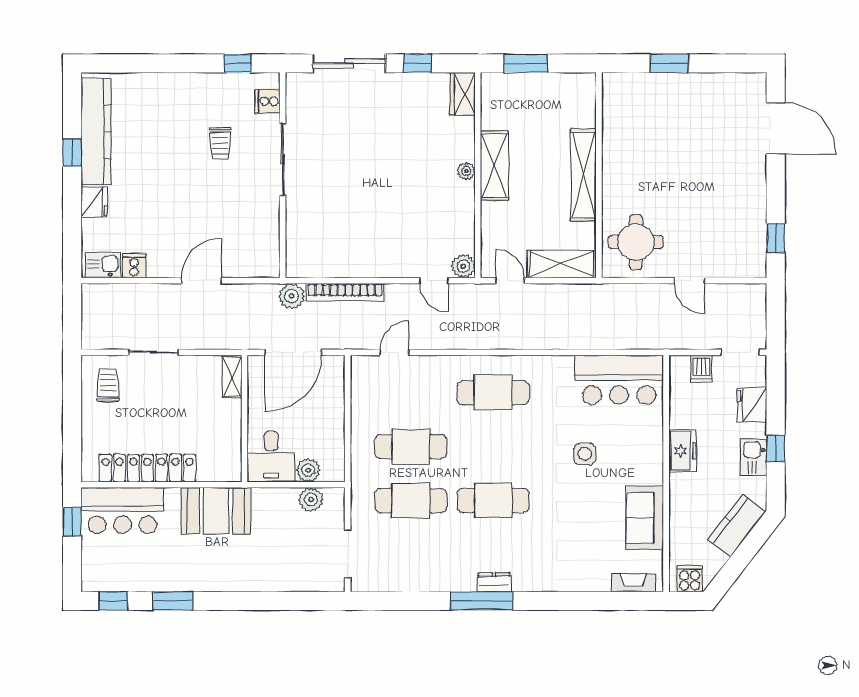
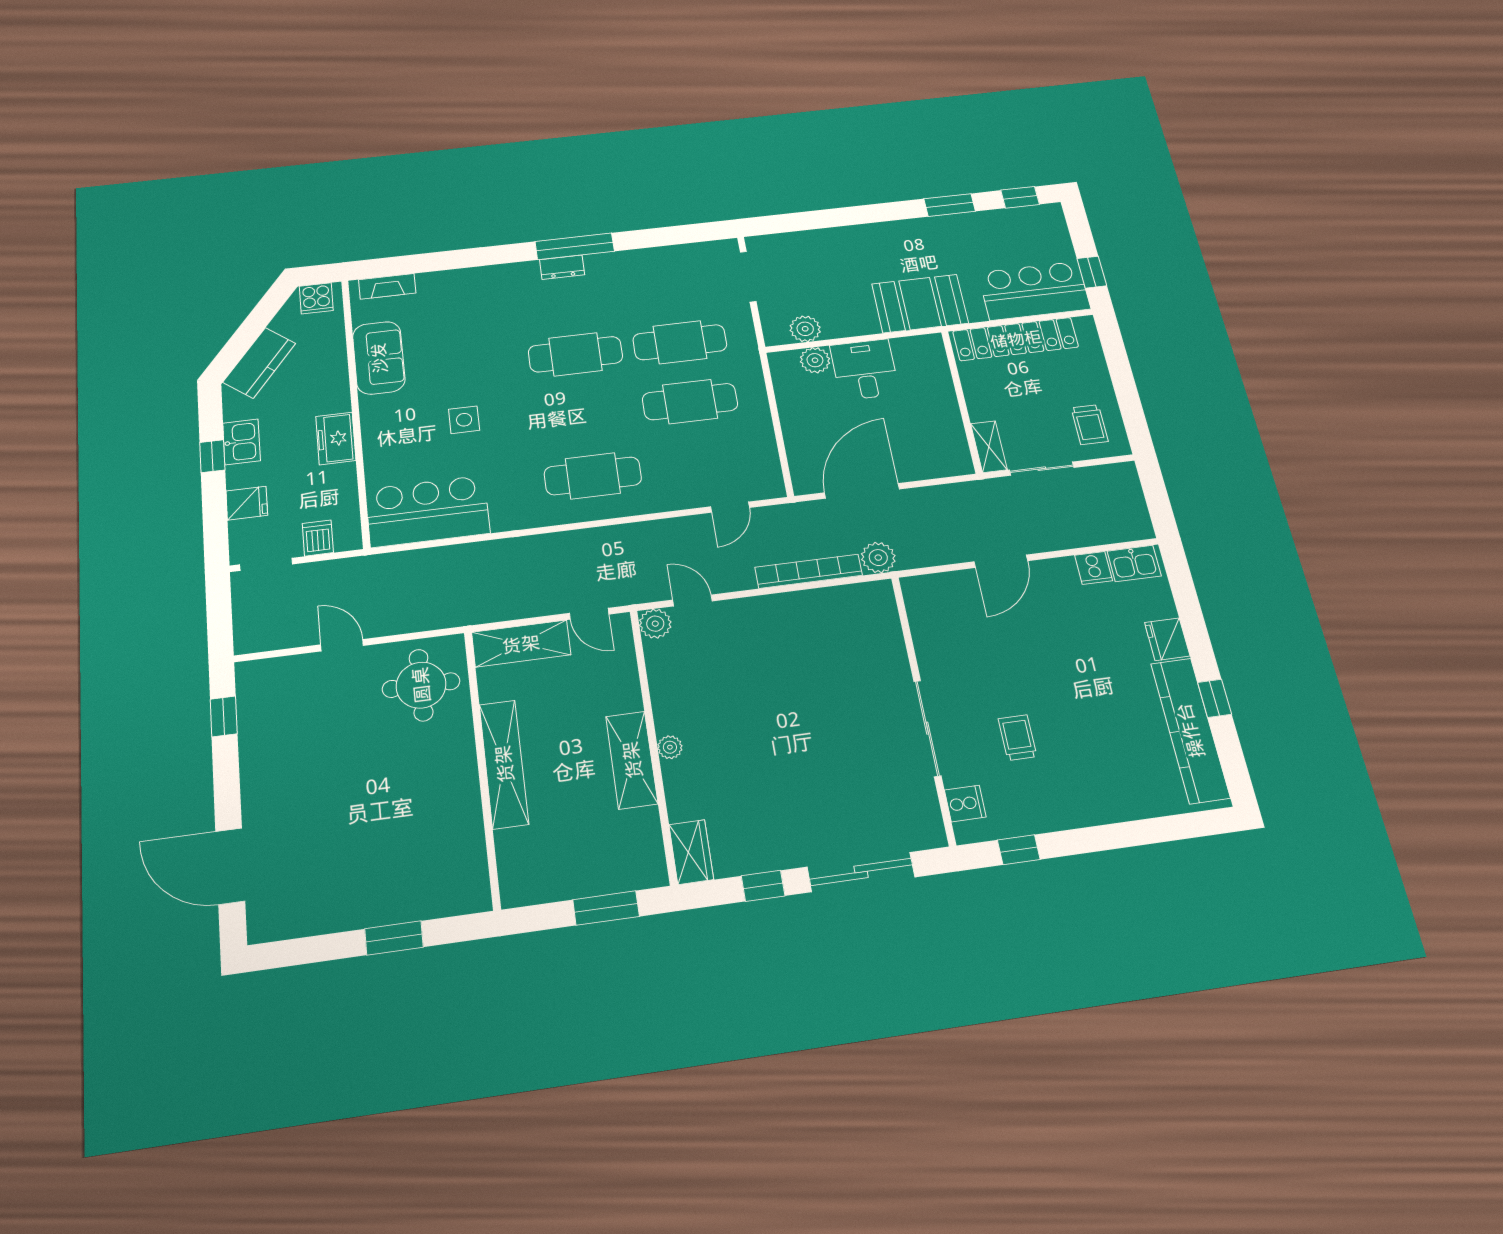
shelving: (232, 377) -> (989, 447), moved
fridge: (752, 405) -> (247, 503), width x0.72
wall: (244, 419) -> (962, 401), moved

